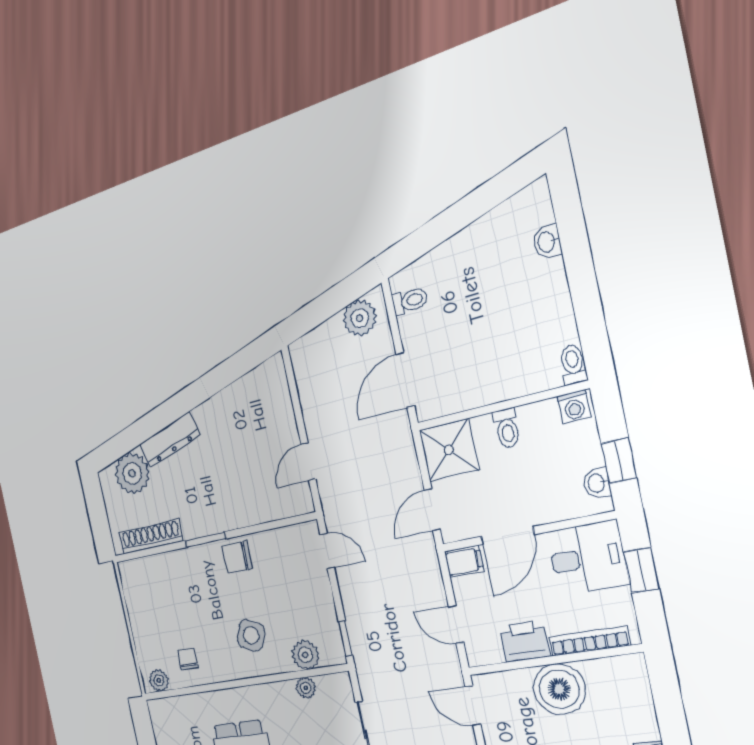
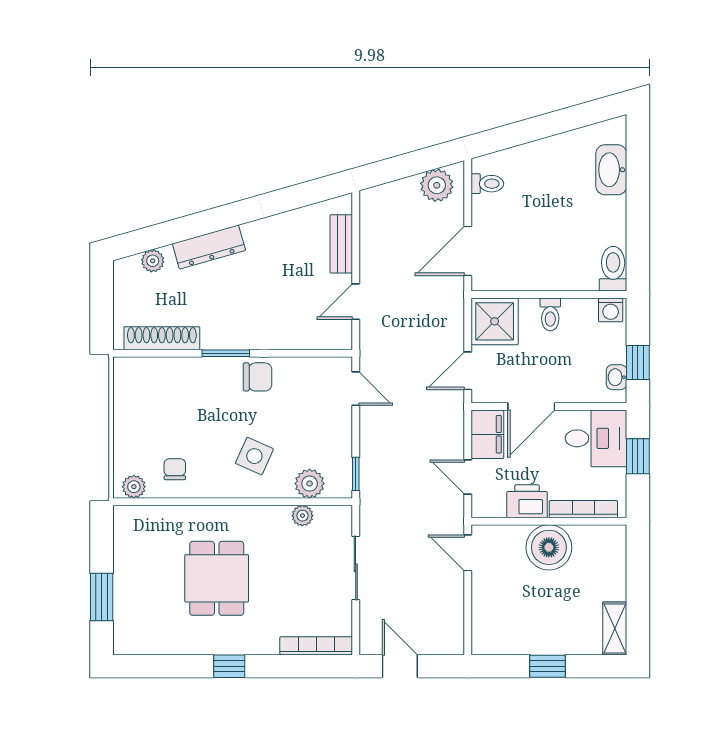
washbasin: (547, 242) -> (611, 170), width x1.91, depth x1.45
toilet: (573, 364) -> (613, 269), width x1.37, depth x1.39
bench: (283, 406) -> (341, 244), added
plant: (132, 473) -> (153, 261), width x0.53, depth x0.53
chair: (237, 557) -> (258, 377), turned 180
filing cabinet: (464, 561) -> (487, 434), width x2.00

